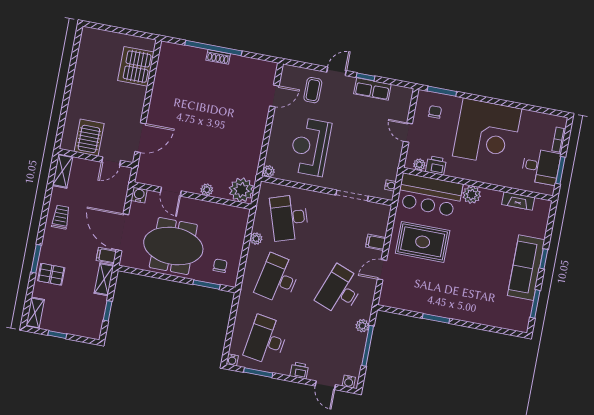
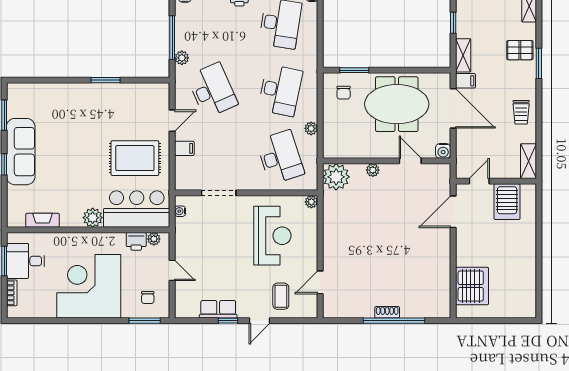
desk: (340, 291) -> (212, 90), turned -45

